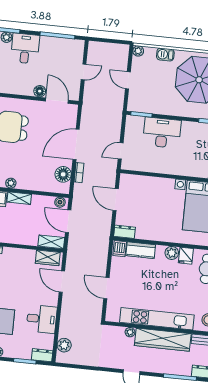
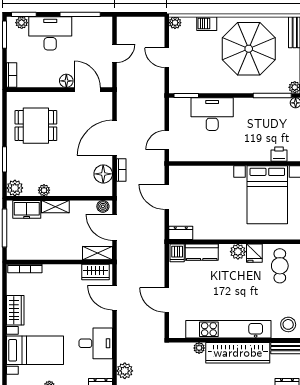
desk: (25, 48) -> (50, 33), width x1.37

